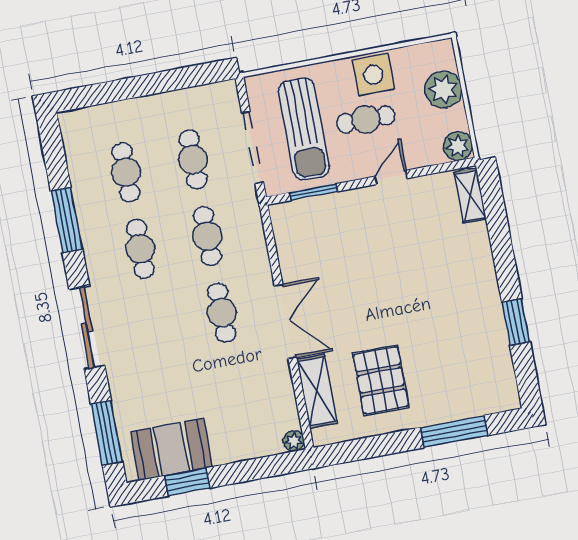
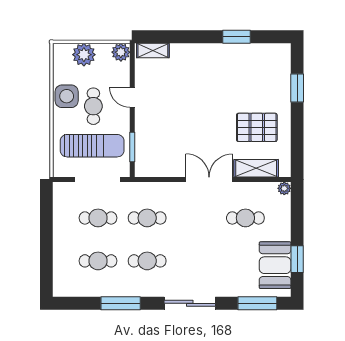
cafe table: (222, 313) -> (245, 218), moved
window: (454, 431) -> (297, 88), width x0.69

